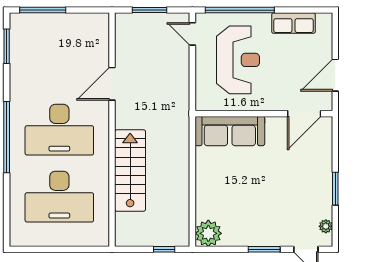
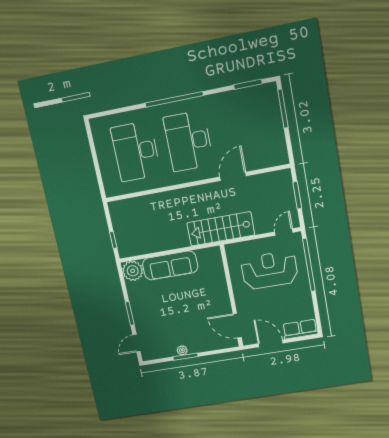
row of seats: (293, 23) -> (300, 329), moved, turned 90
reception desk: (238, 60) -> (269, 270), turned 180
door: (112, 84) -> (233, 176), hinge flipped
sofa: (230, 131) -> (170, 265), moved, turned -90
stairs: (130, 171) -> (221, 229), moved, turned 180
plant: (326, 226) -> (182, 350), moved

